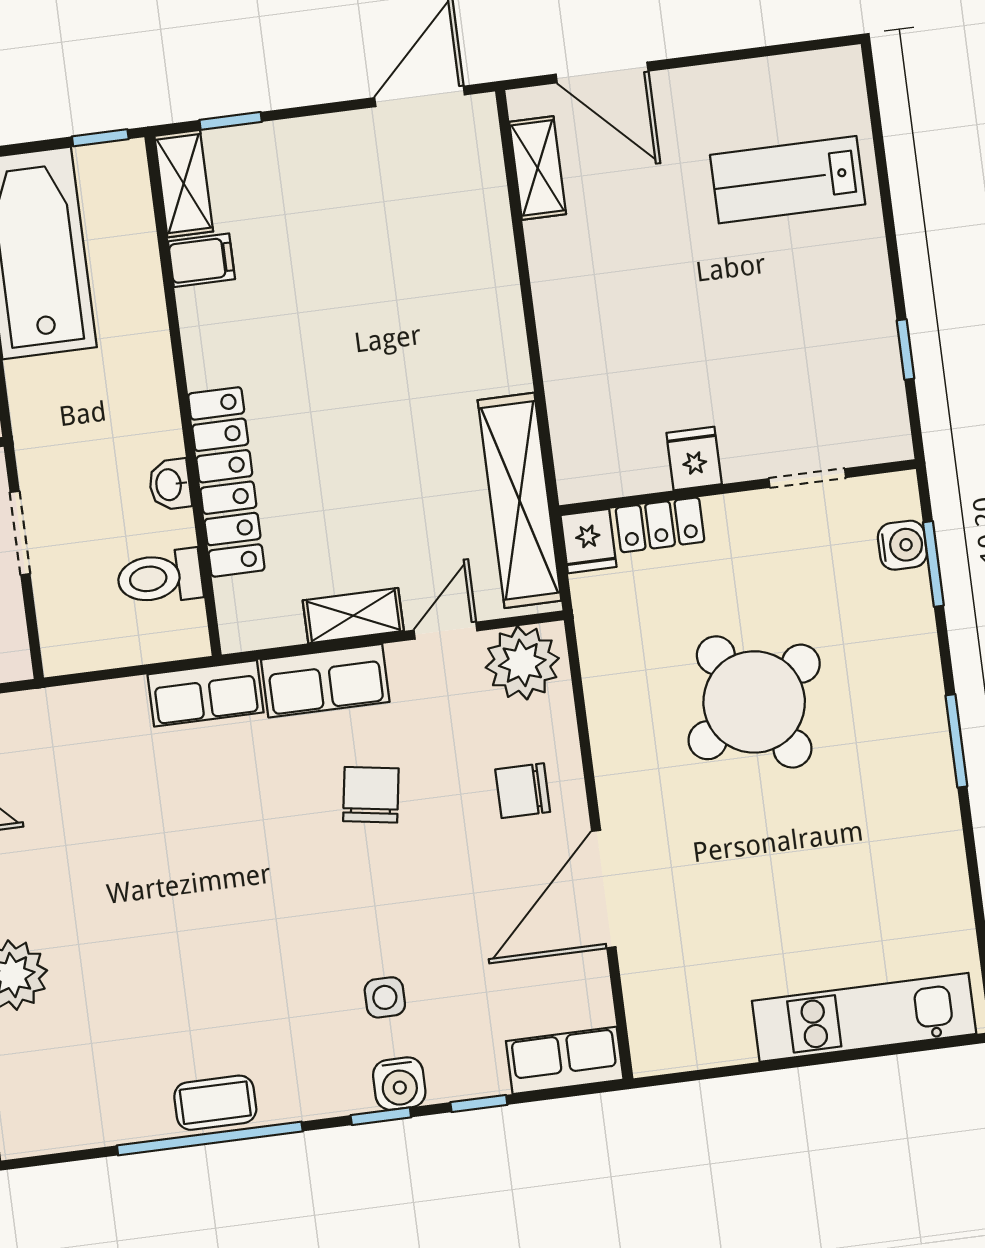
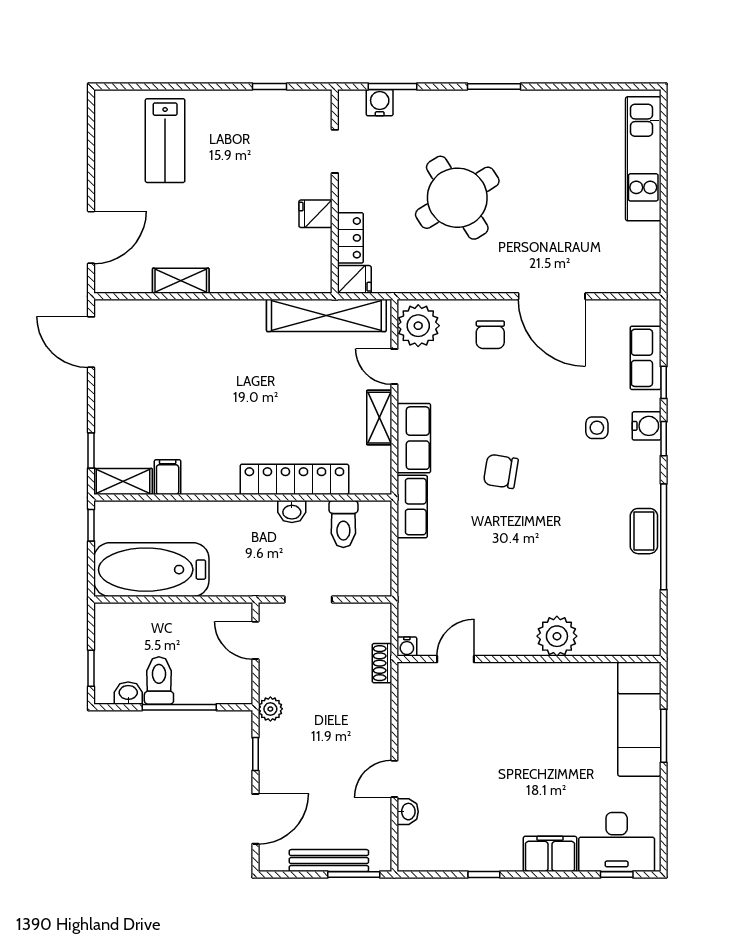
shelving: (538, 168) -> (181, 281), moved
chair: (371, 795) -> (501, 471), moved
row of seats: (565, 1060) -> (646, 358), moved

